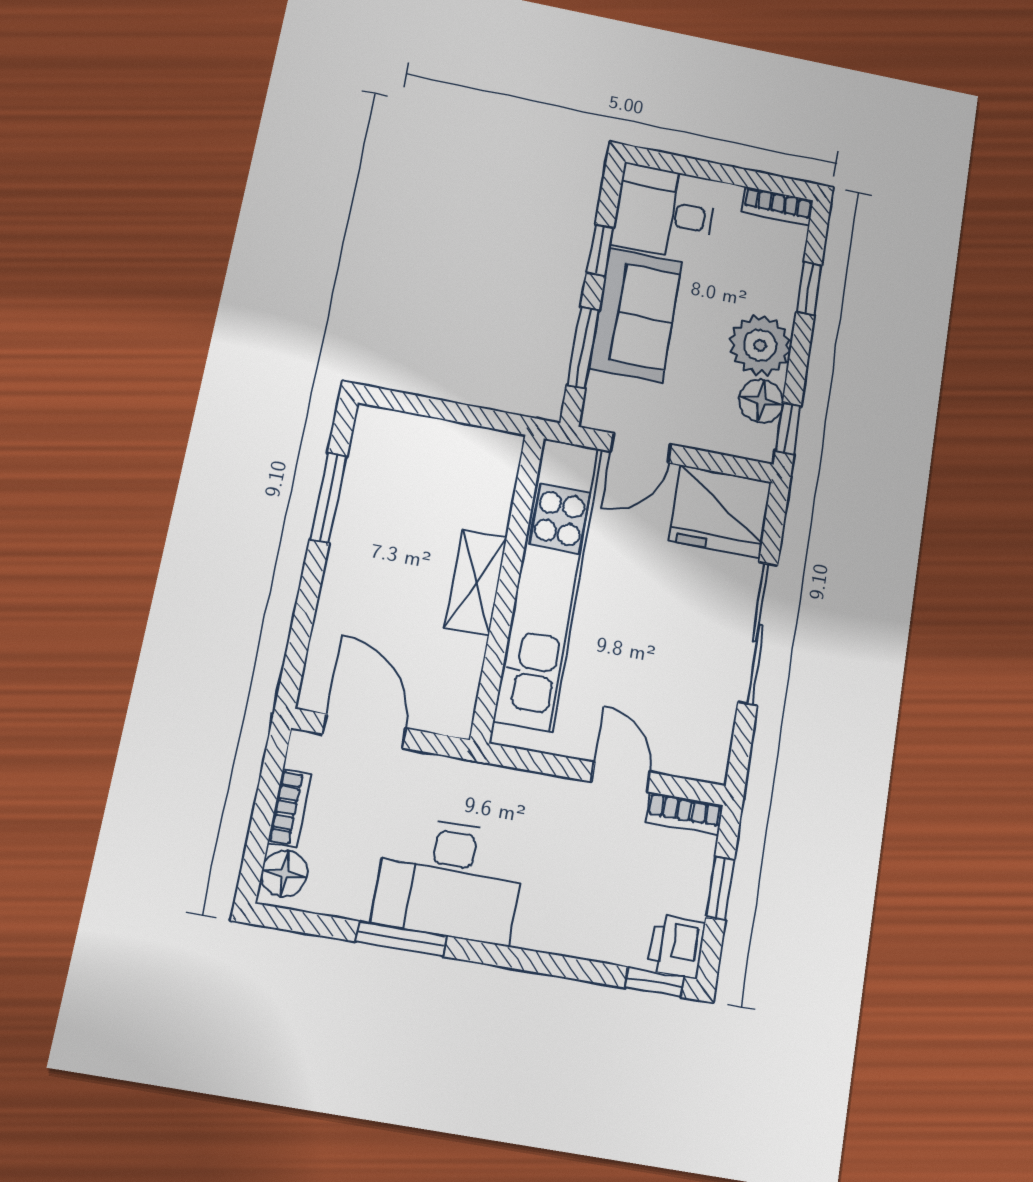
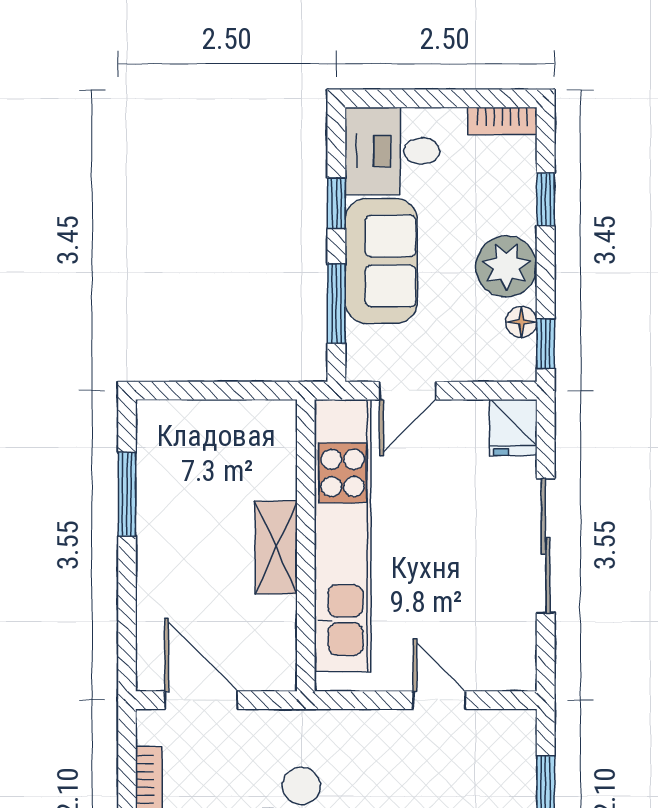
floor lamp: (761, 401) -> (521, 322), width x0.73, depth x0.73
fridge: (720, 511) -> (513, 427), width x0.53, depth x0.75
bookcase: (684, 813) -> (502, 723), removed

